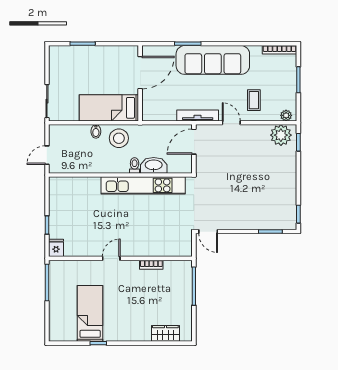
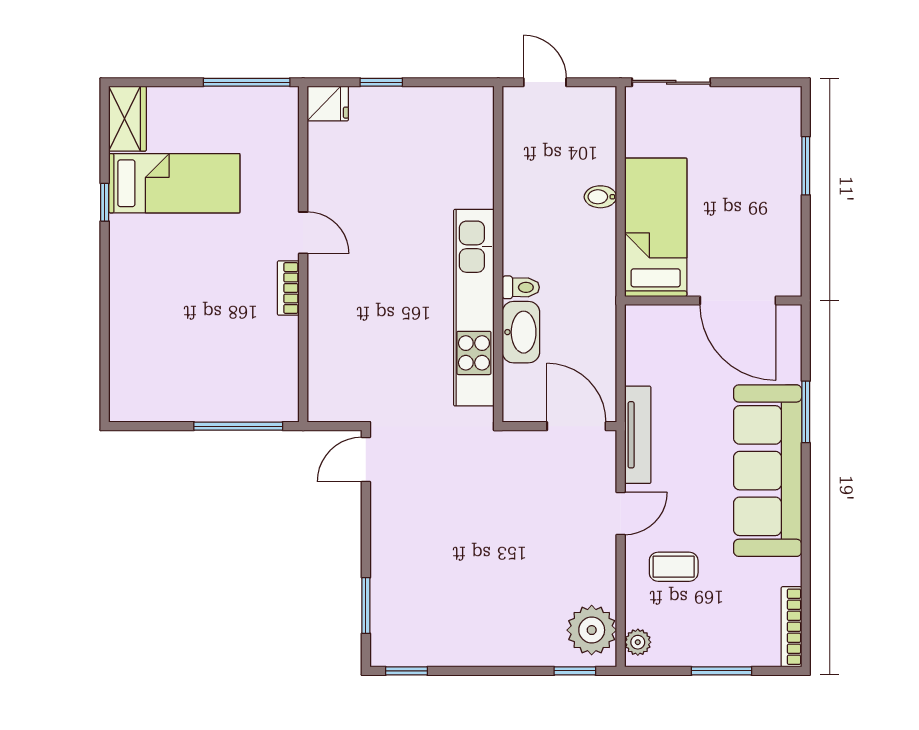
stool: (119, 138) -> (584, 251), removed
bookcase: (151, 265) -> (288, 288), moved
wardrobe: (165, 333) -> (127, 119), moved

